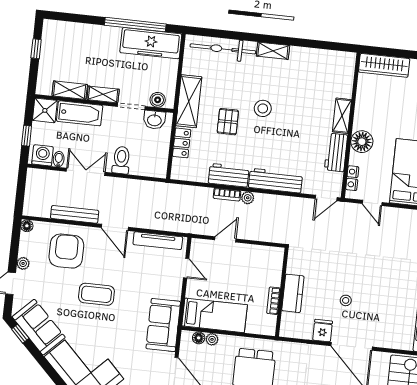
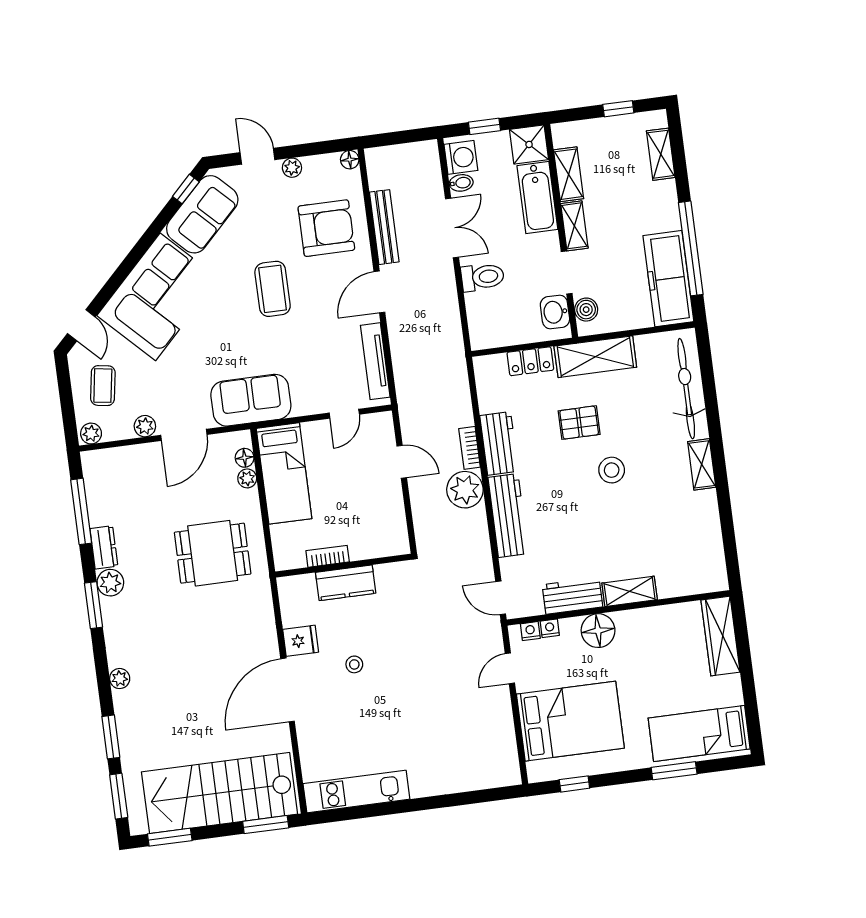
shelving: (71, 29) -> (661, 154), added
plant: (248, 198) -> (465, 490), width x1.88, depth x1.88

